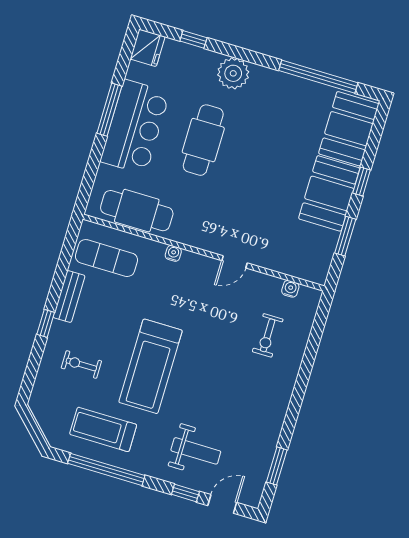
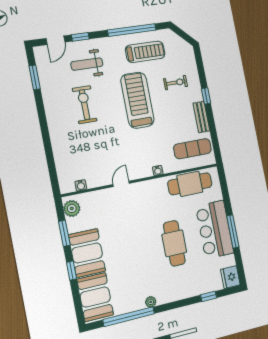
plant: (233, 73) -> (151, 302), moved, width x0.53, depth x0.53
plant: (318, 264) -> (72, 208), added
exercise bike: (268, 335) -> (85, 105), moved, width x1.38, depth x1.39

